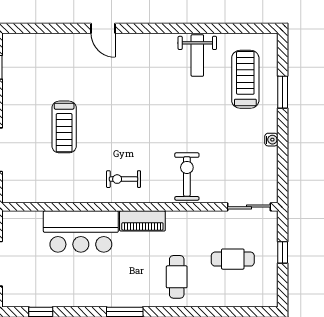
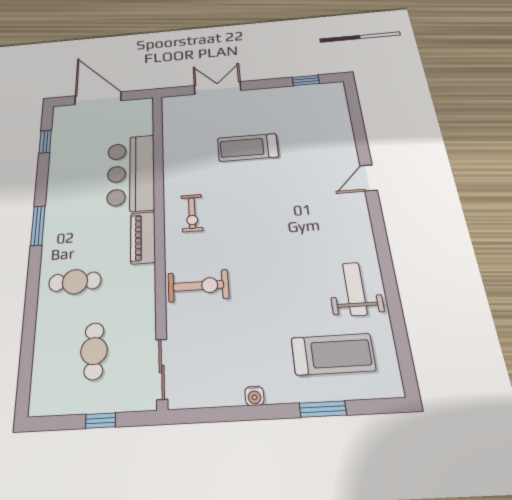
weight bench: (197, 55) -> (355, 289), turned 90
exercise bike: (124, 179) -> (192, 213), turned 180

